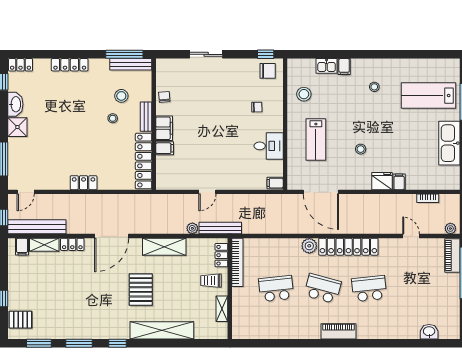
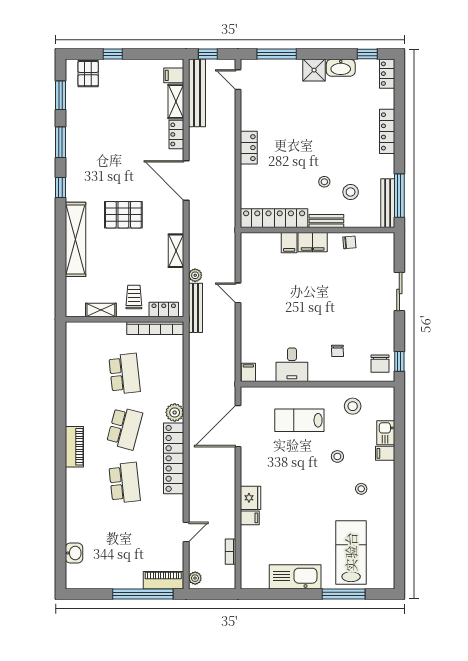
stool: (361, 149) -> (337, 456), moved
shelving: (164, 247) -> (176, 251), width x0.67, depth x0.75

